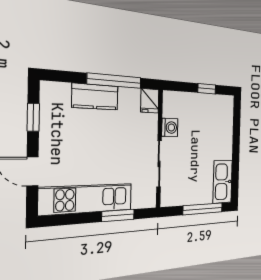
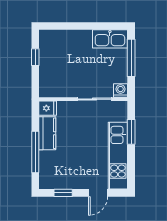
window: (115, 81) -> (35, 152), moved
kitchen counter: (95, 97) -> (47, 133), moved
washing machine: (170, 127) -> (120, 90), moved

